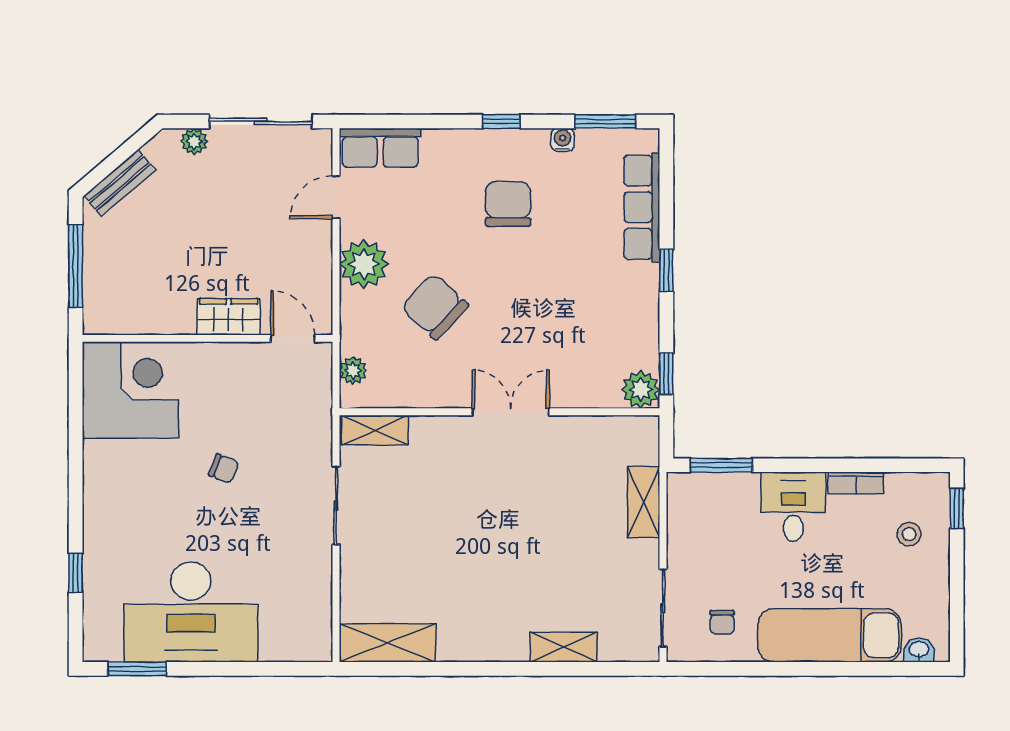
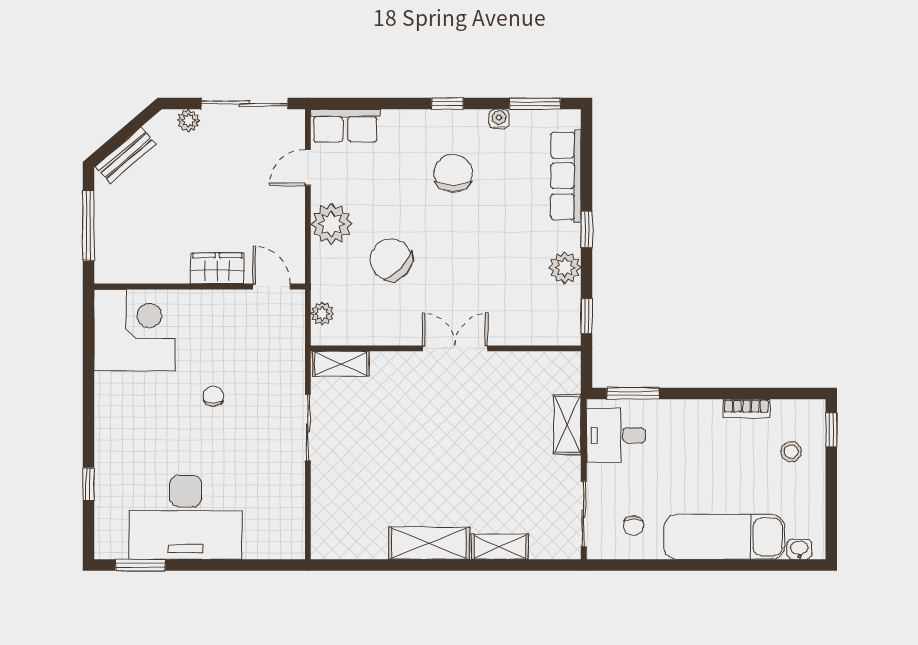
plant: (641, 390) -> (565, 268), moved
chair: (224, 469) -> (213, 396), turned -111
desk: (793, 507) -> (616, 435), moved, turned -90
shelving: (387, 643) -> (429, 543), moved

